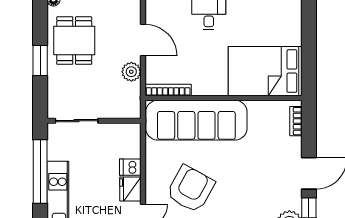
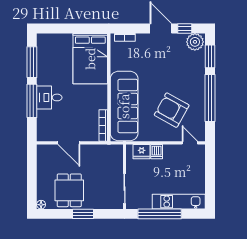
door: (143, 40) -> (69, 143), swing flipped
dining table: (74, 41) -> (69, 190), turned 90
plant: (131, 72) -> (91, 151), removed
fridge: (130, 189) -> (142, 152), moved

